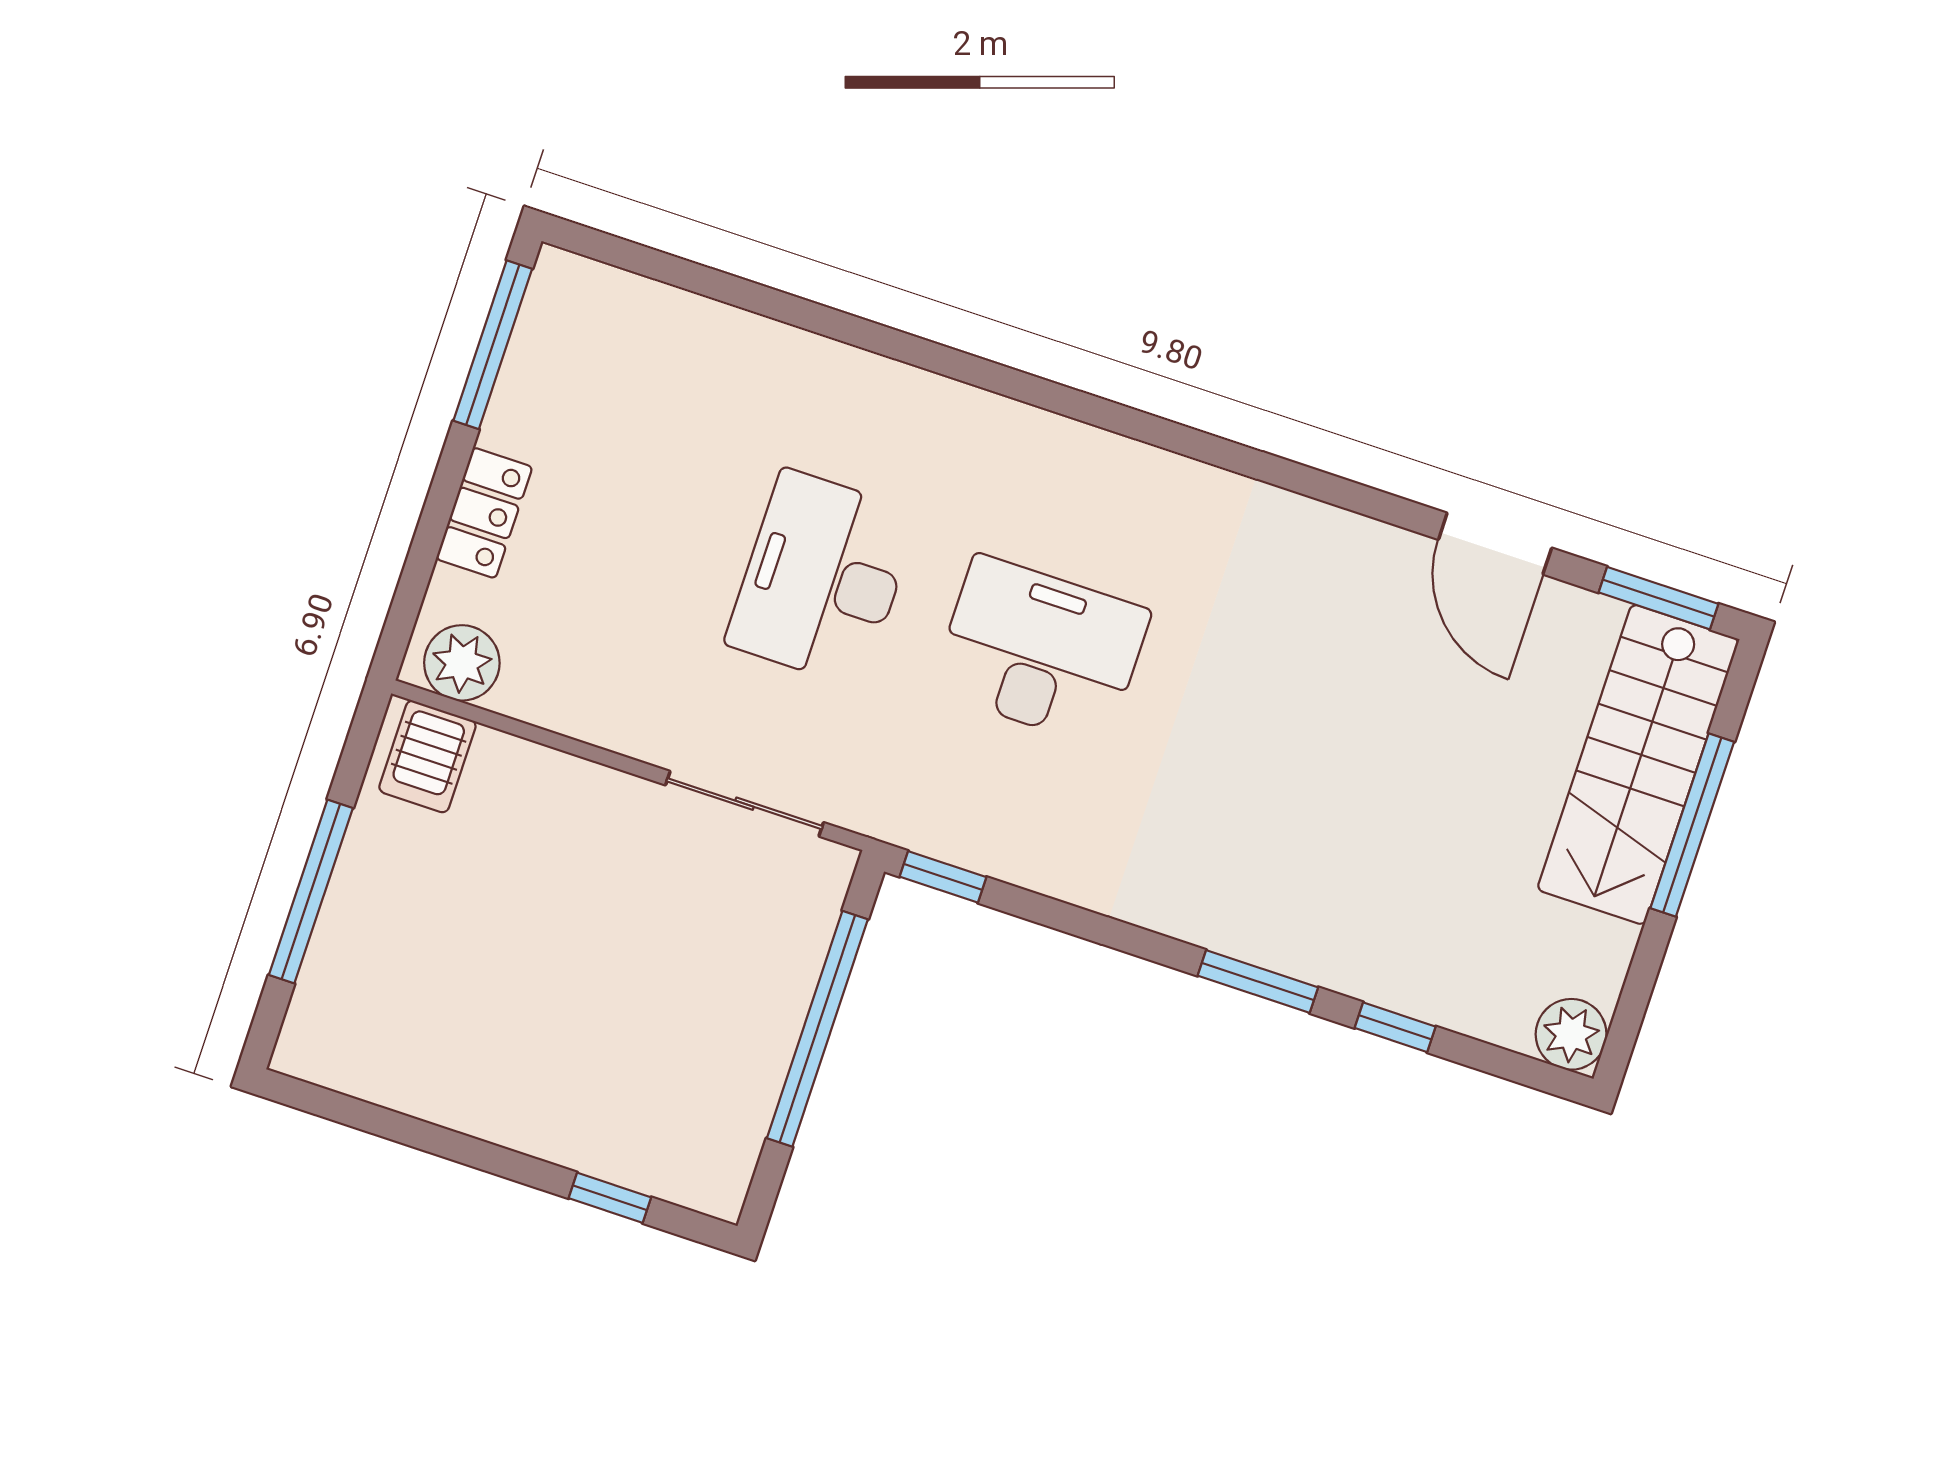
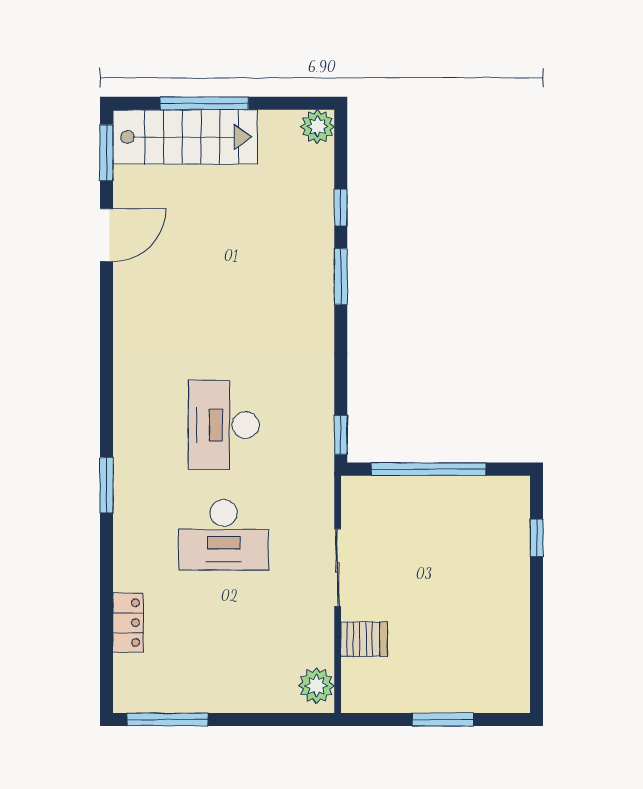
window: (998, 378) -> (107, 485), added
locker: (484, 513) -> (128, 623), moved, turned 90
server rack: (427, 756) -> (364, 639), moved
sliding door: (745, 804) -> (338, 567), moved
window: (311, 891) -> (443, 719), width x0.69

